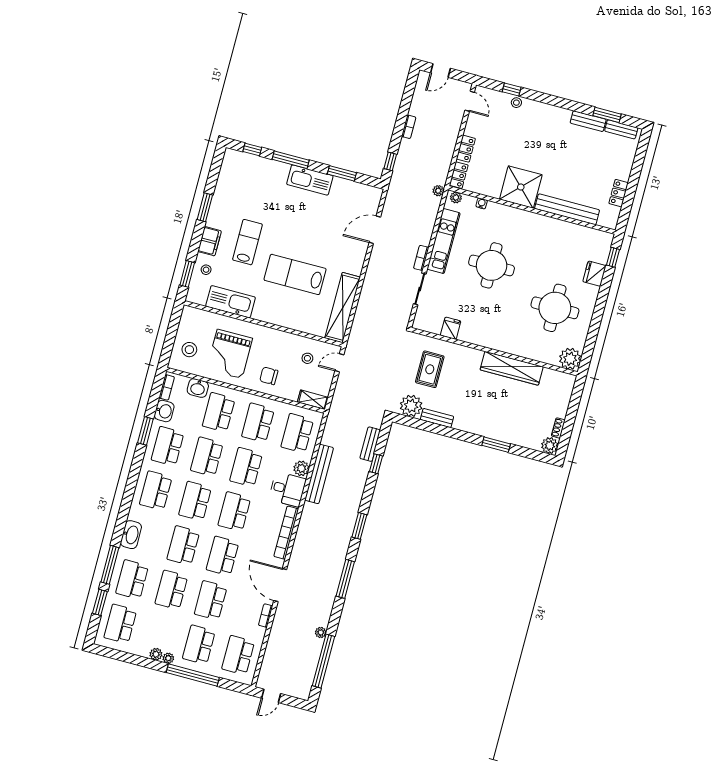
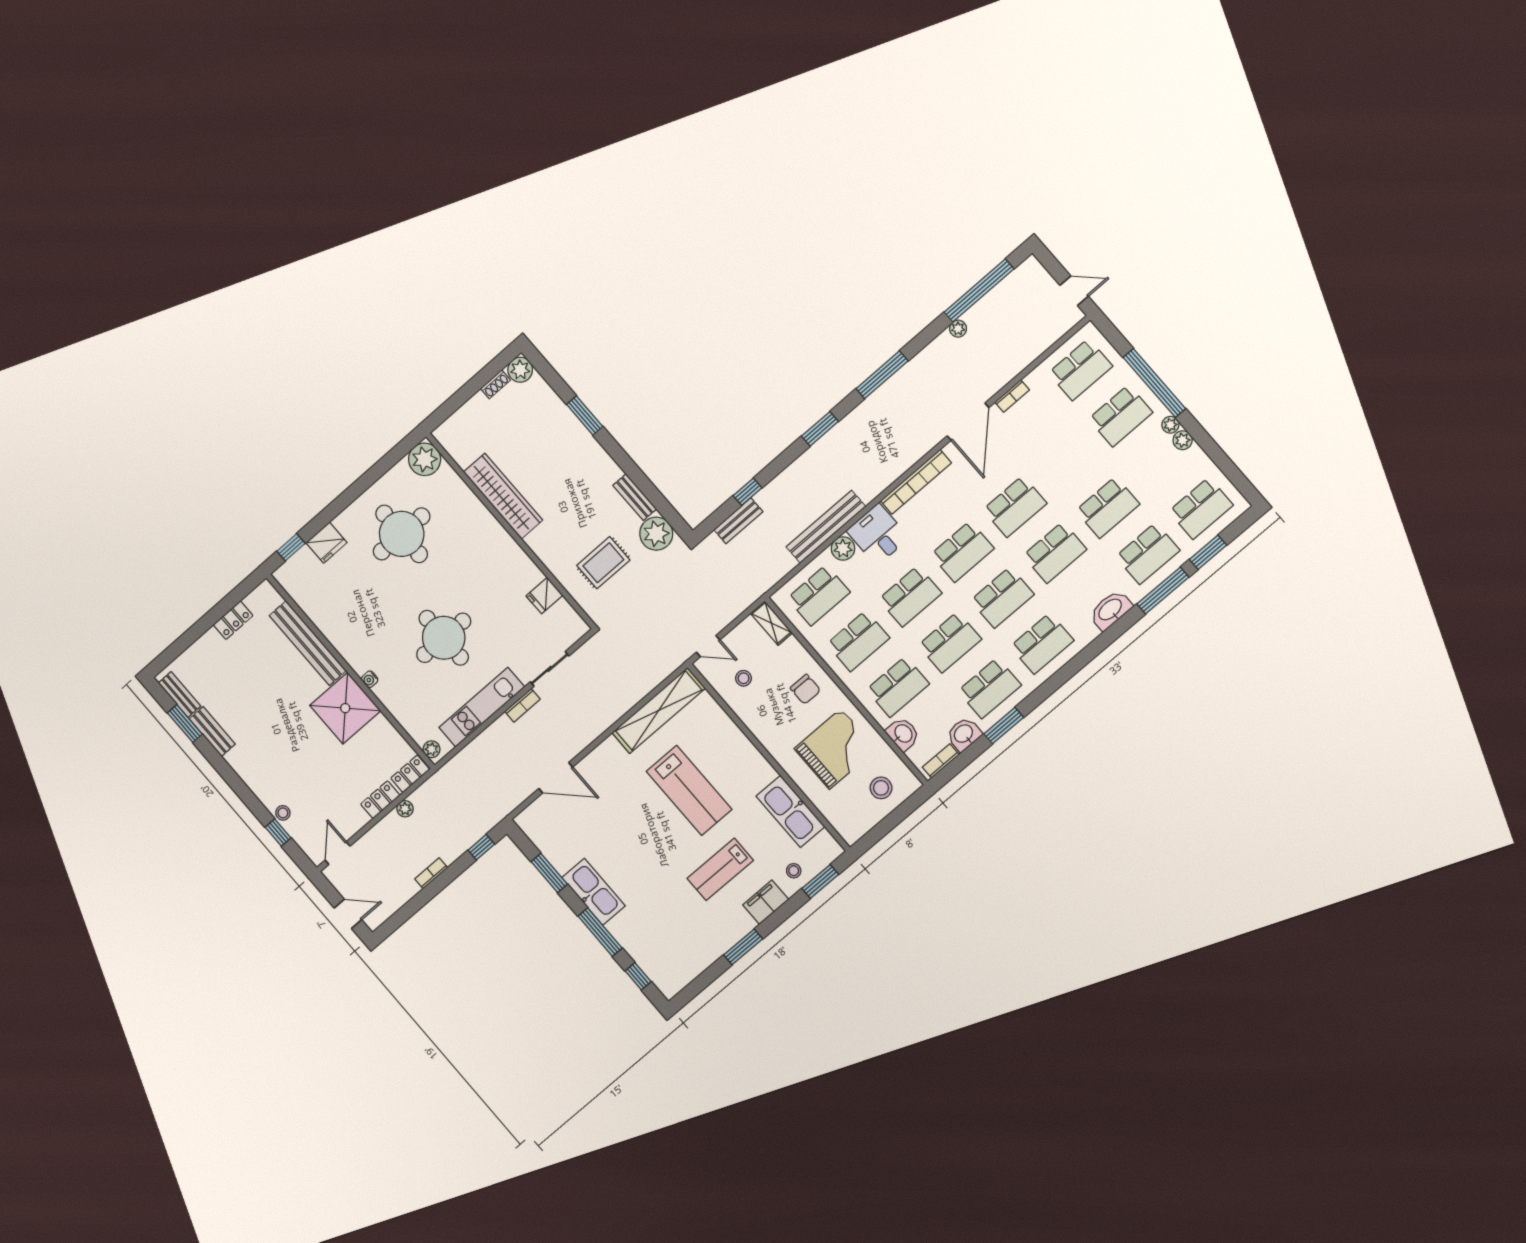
plant: (438, 191) -> (405, 809), moved
water cooler: (482, 203) -> (370, 679), moved
school desk: (211, 600) -> (1068, 461), removed

